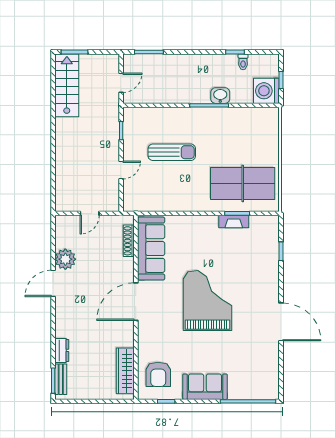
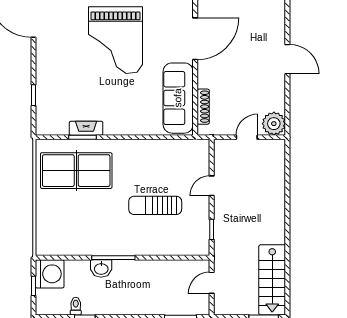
plant: (65, 259) -> (274, 124), moved
door: (53, 283) -> (287, 59), hinge flipped

